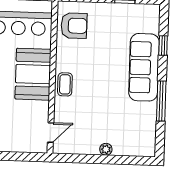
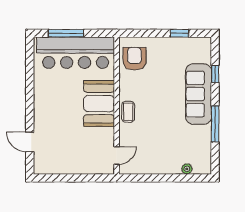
armchair: (74, 26) -> (134, 59), turned -90
plant: (106, 149) -> (187, 169), moved

